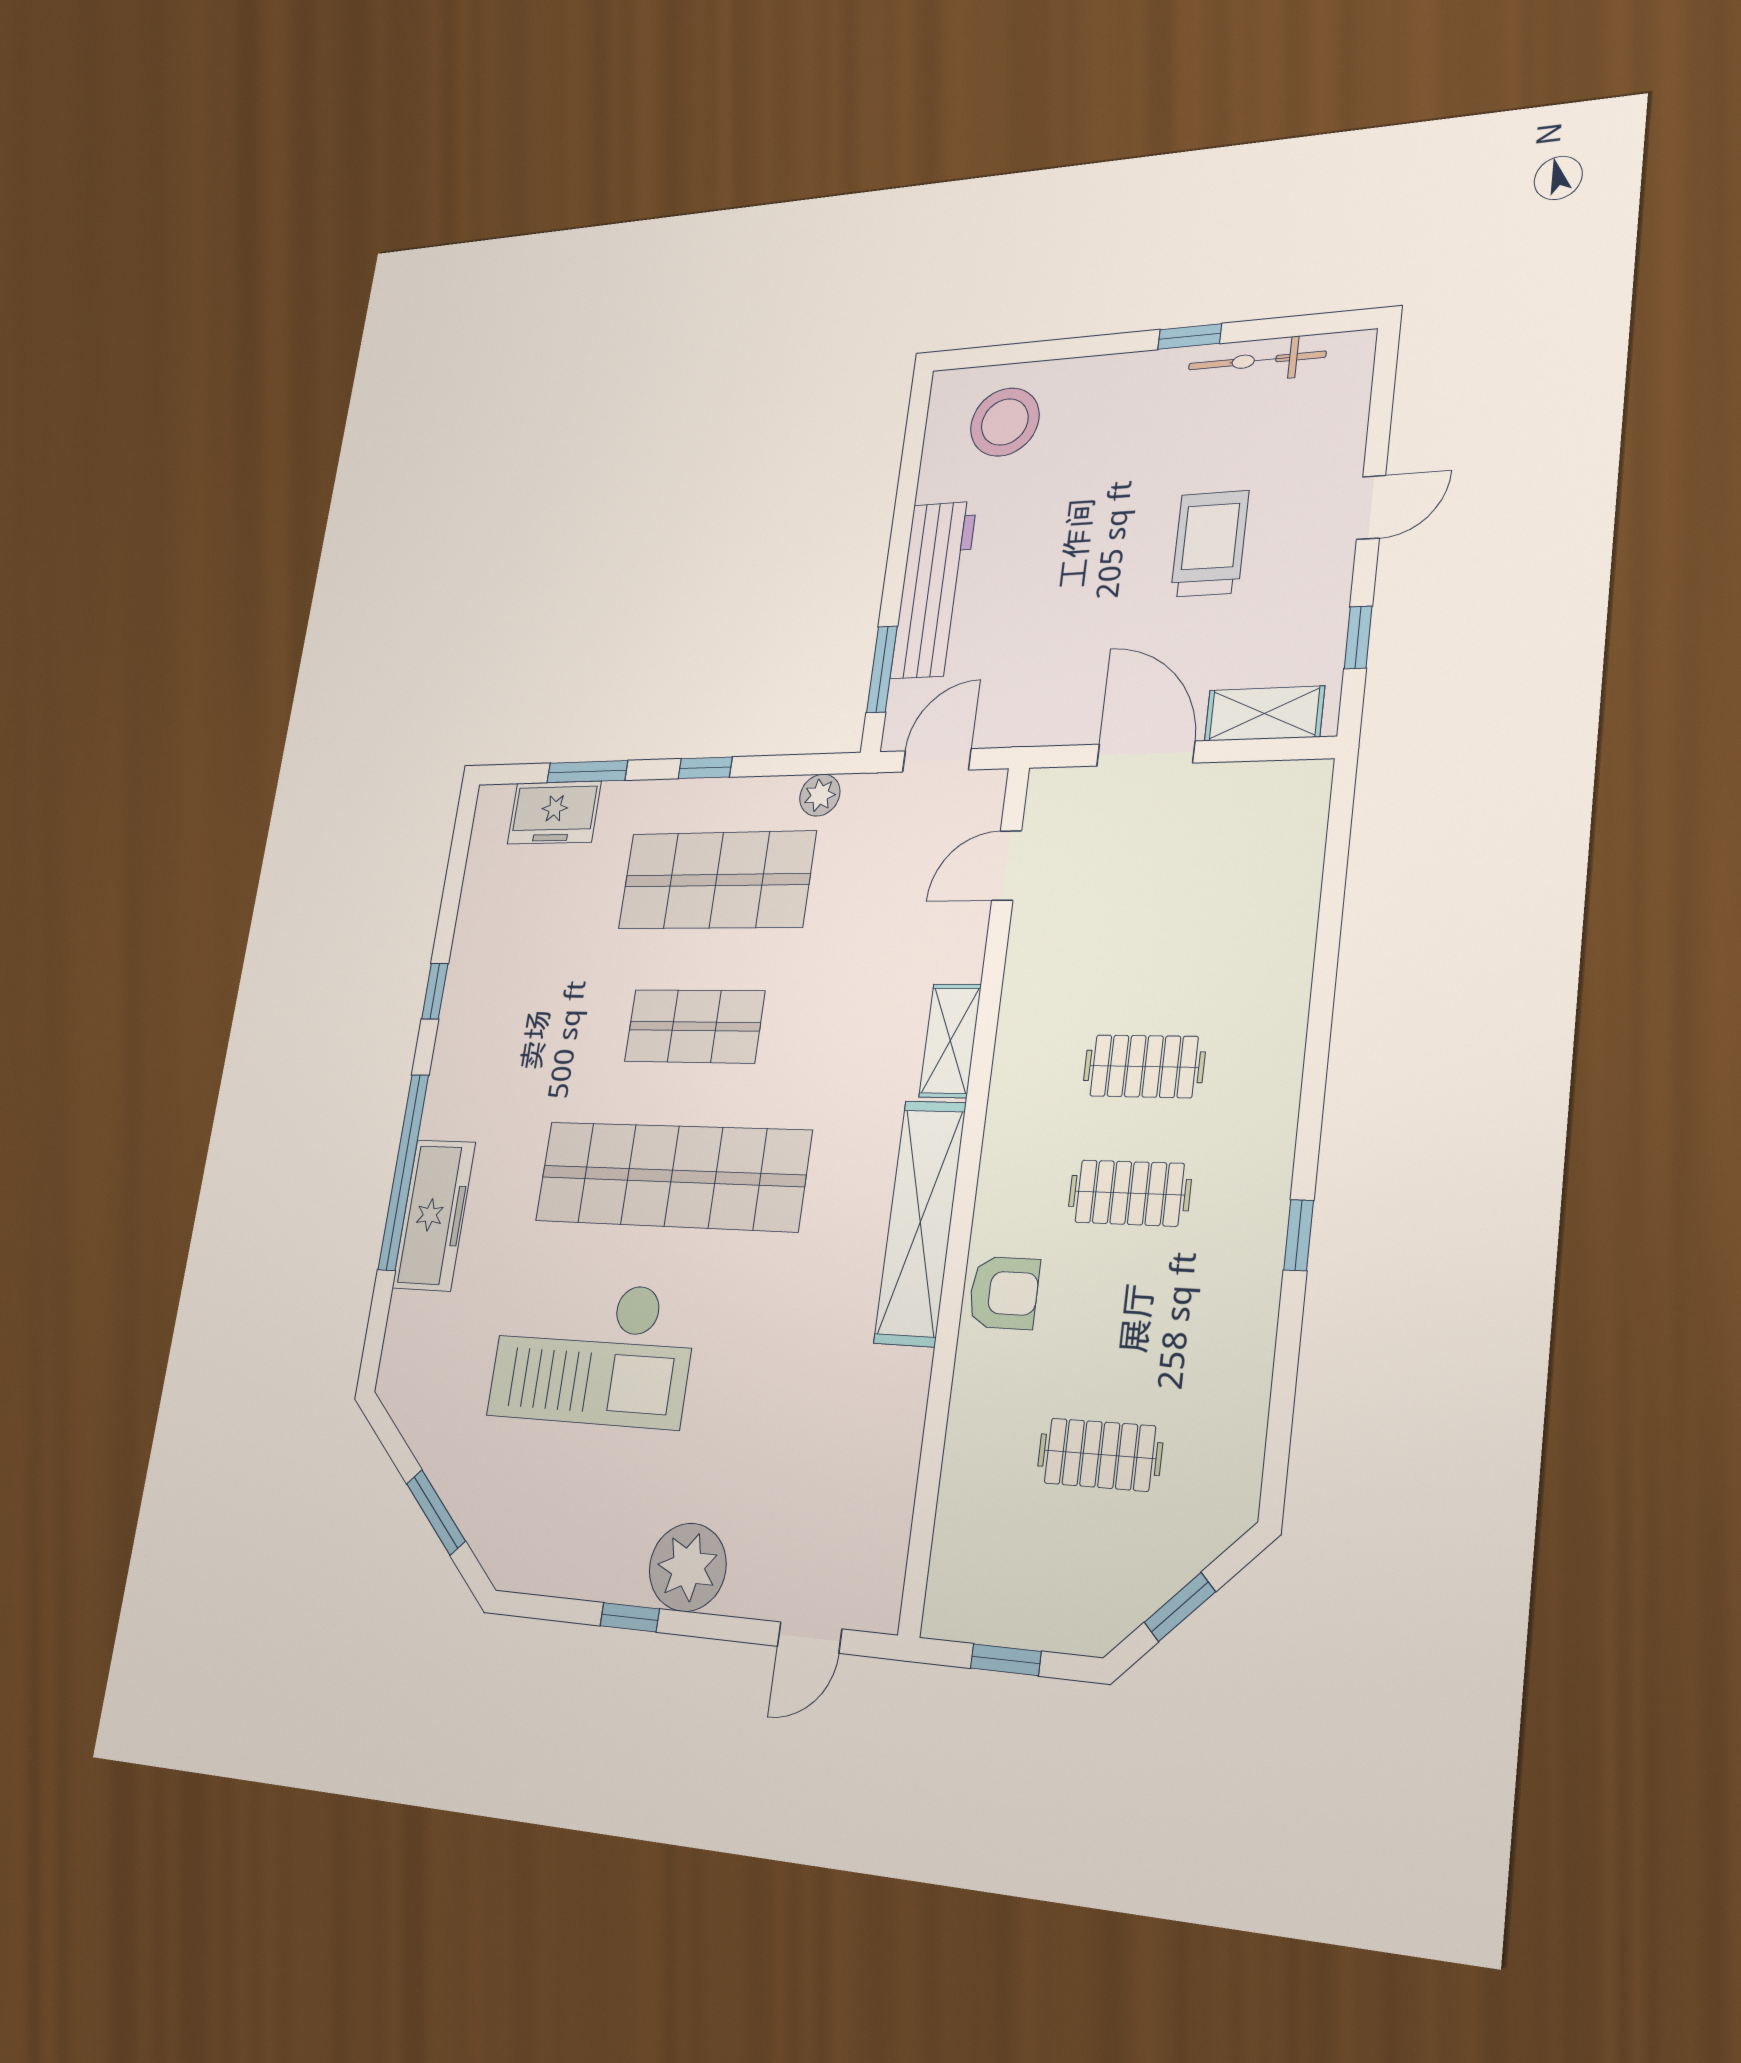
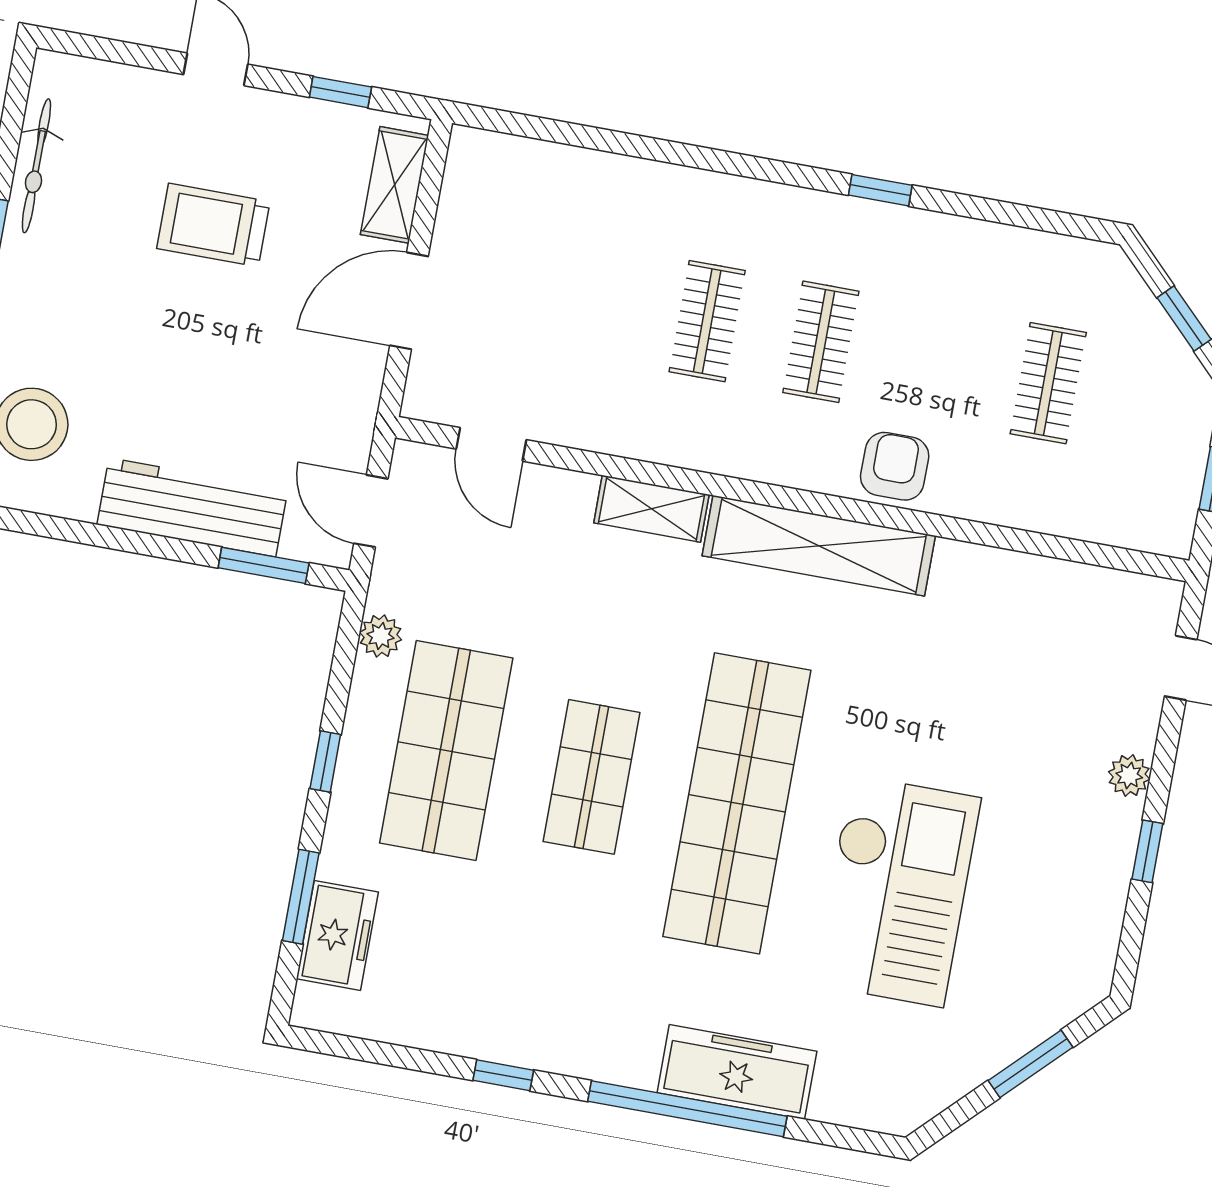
plant: (688, 1567) -> (1129, 775), width x0.53, depth x0.53

